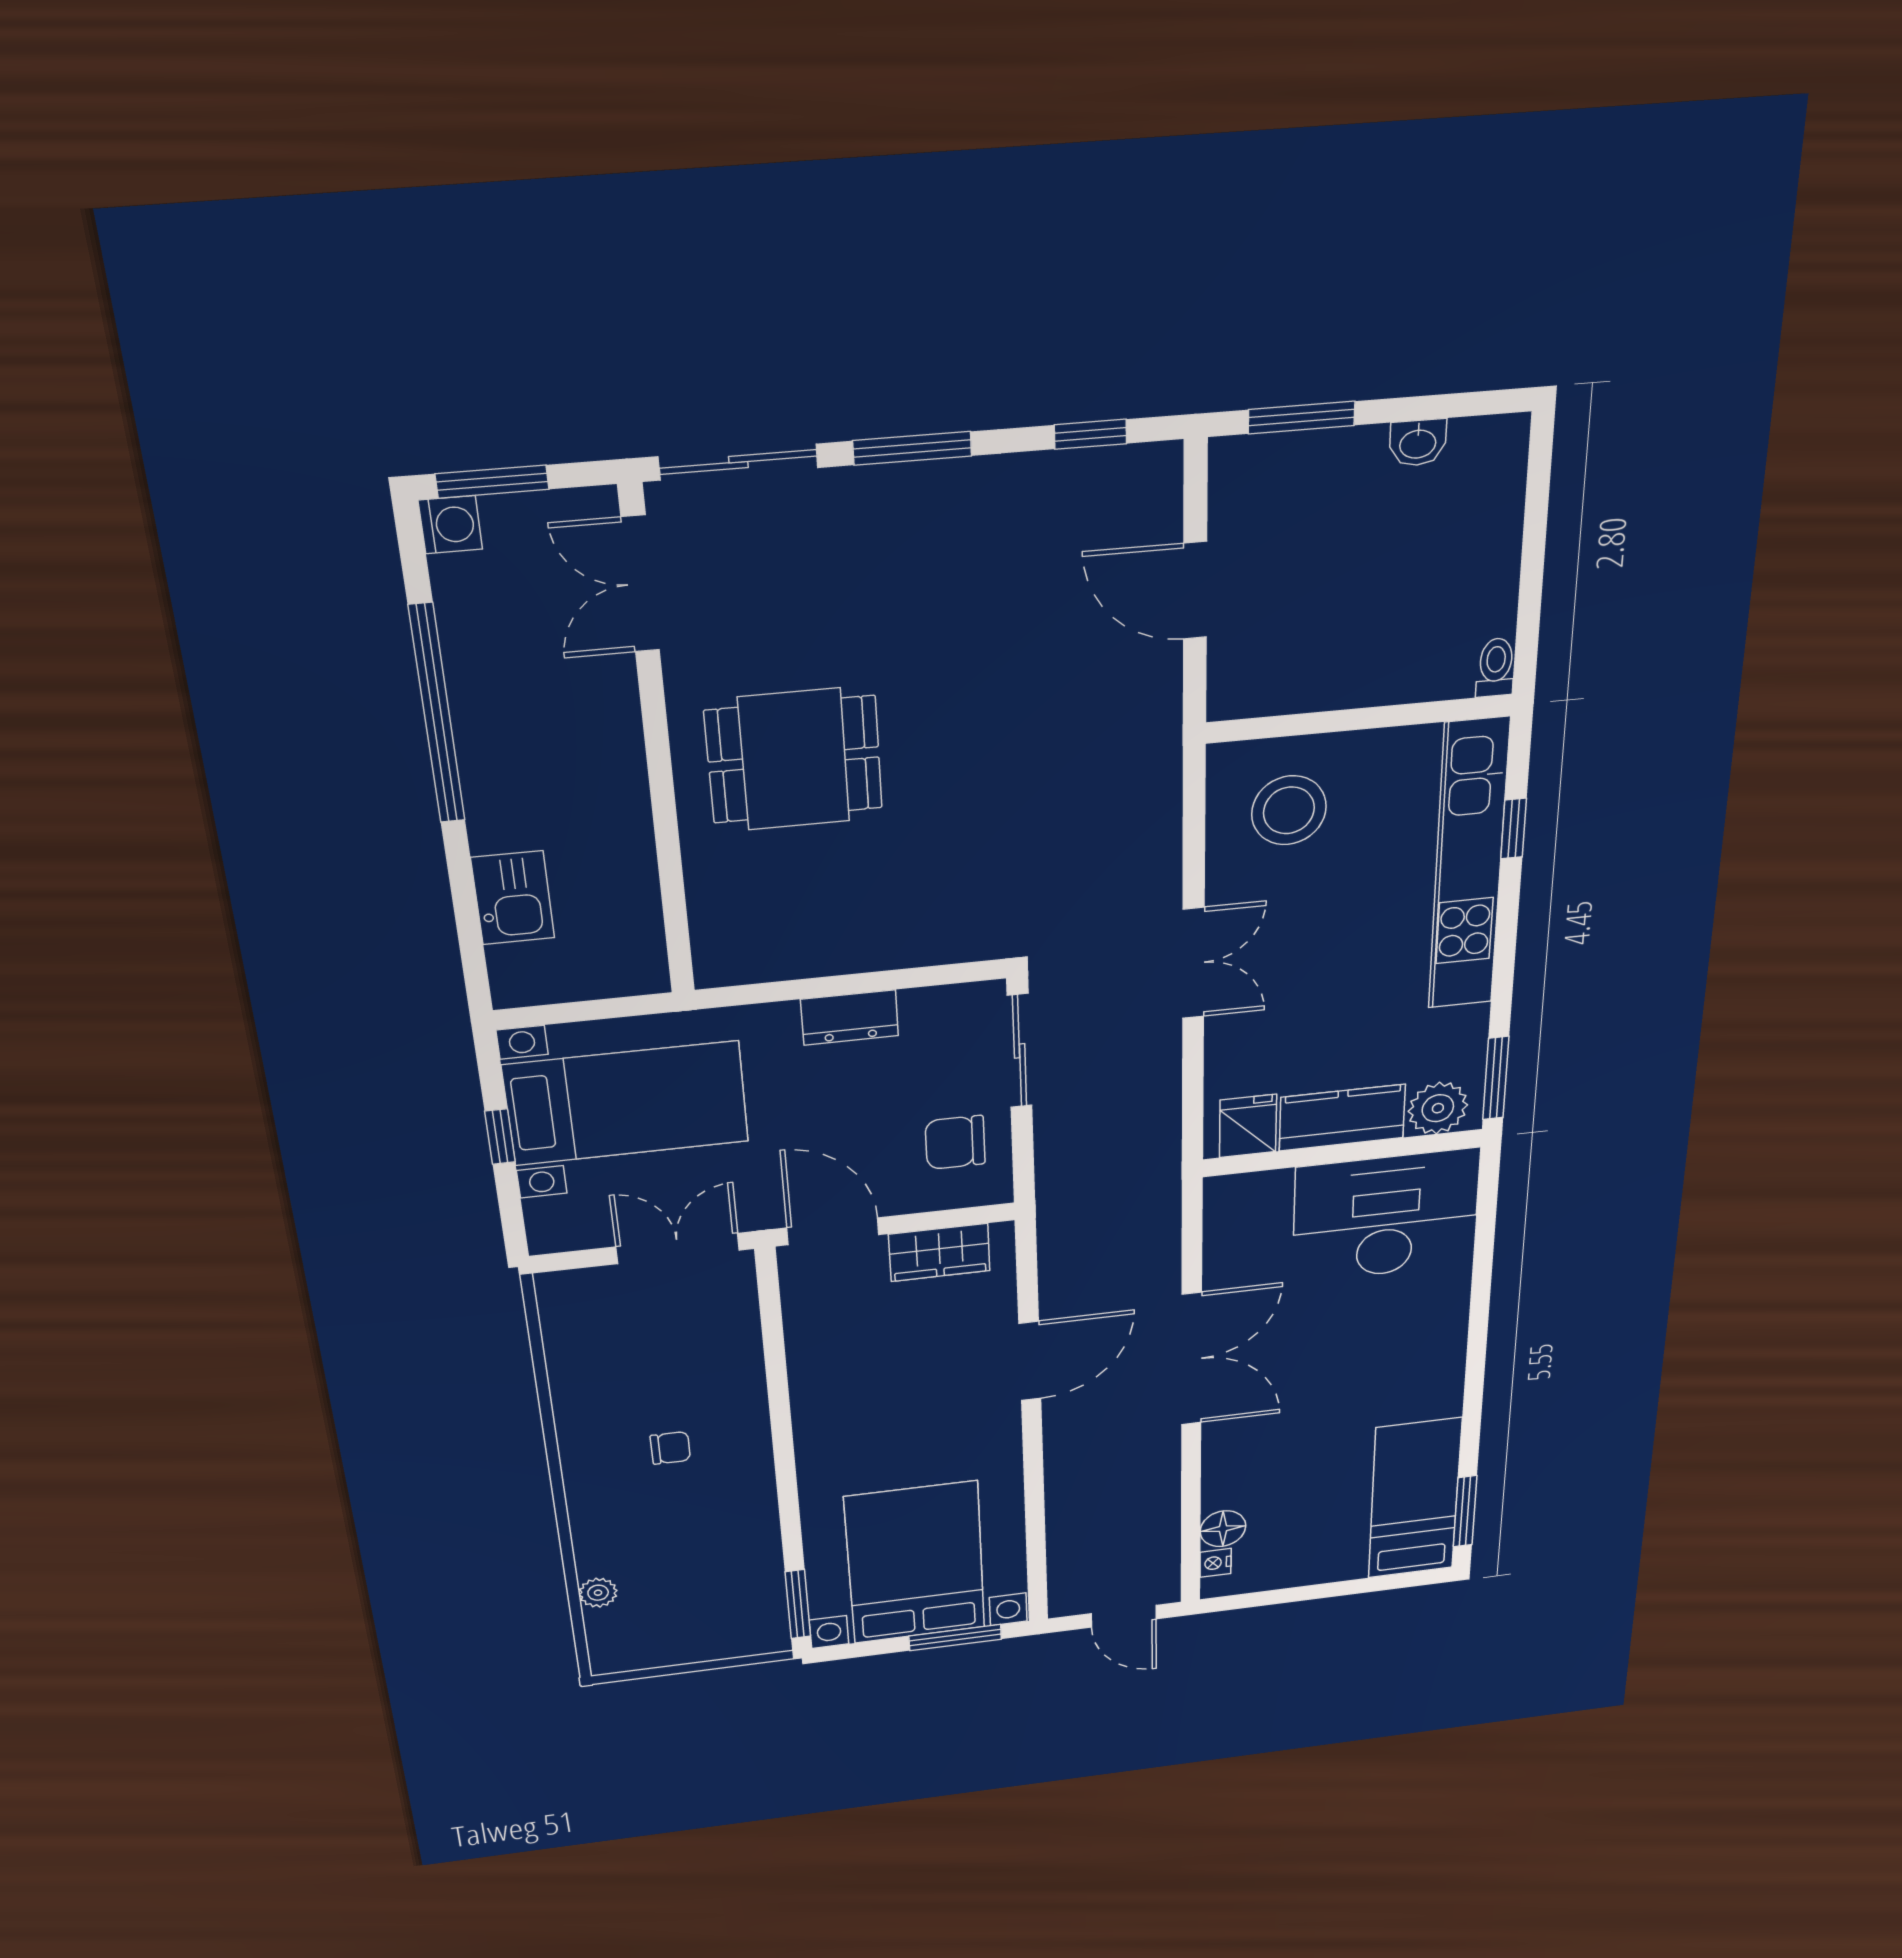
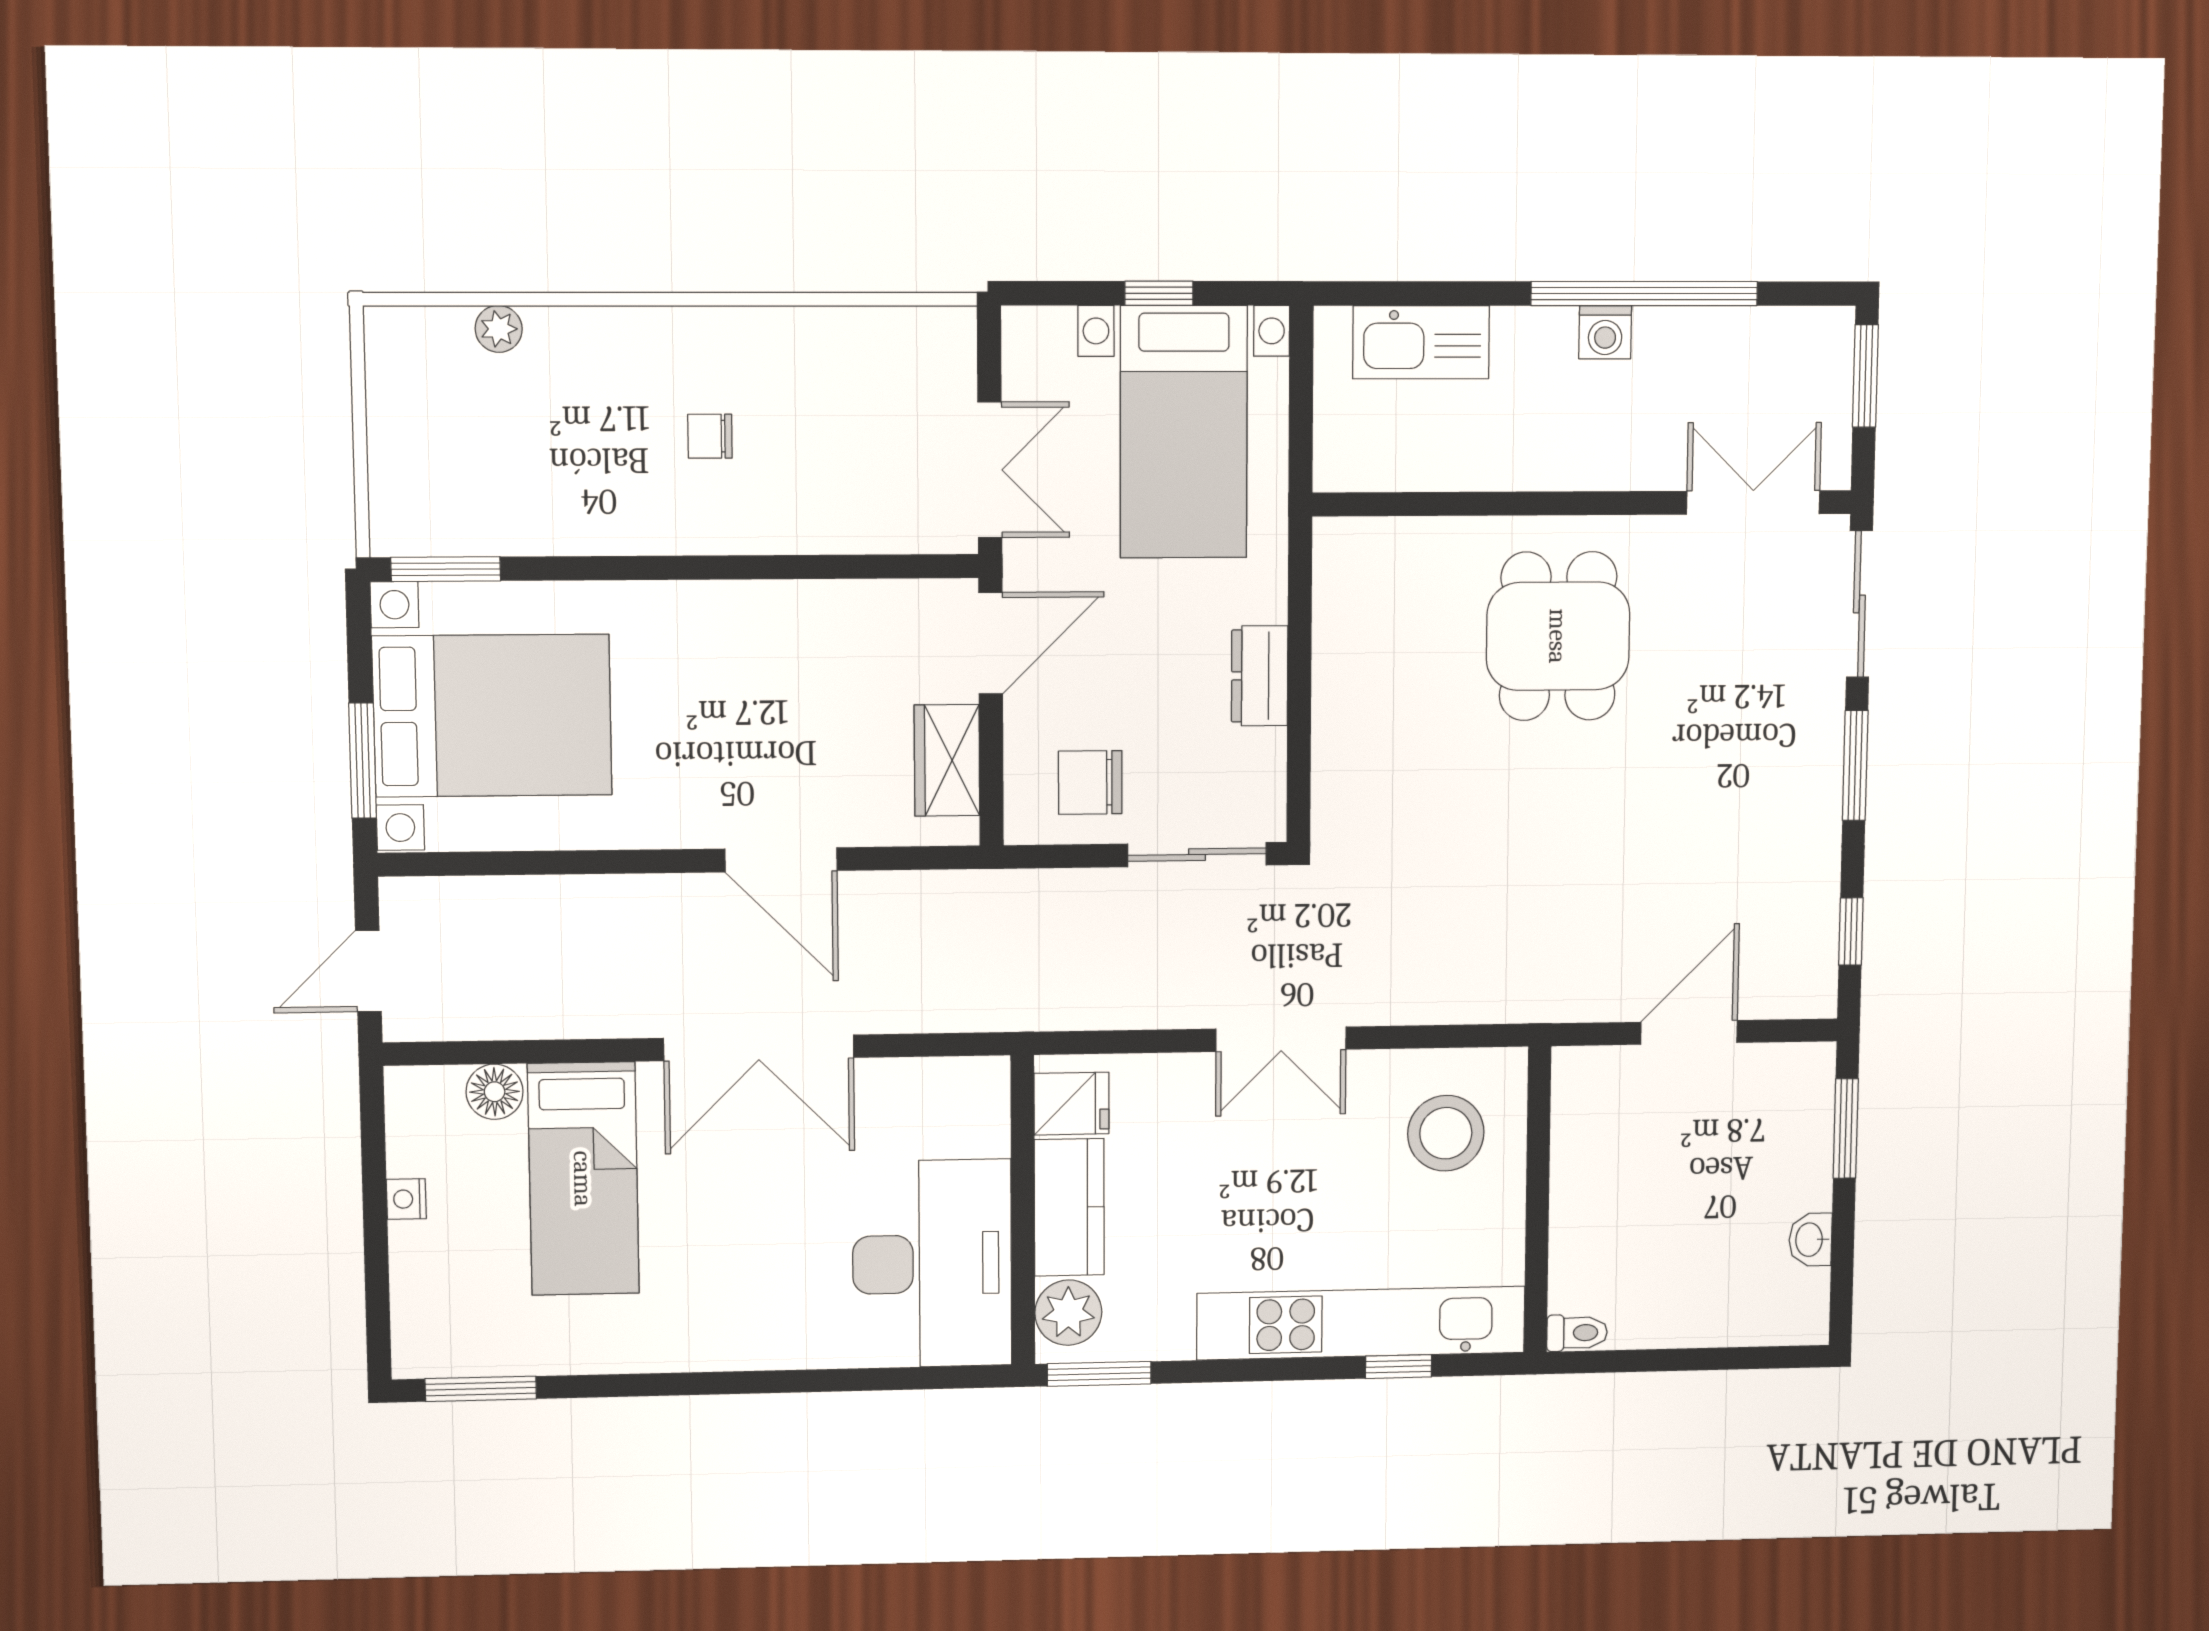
washing machine: (450, 525) -> (1605, 332), moved
kitchen sink: (513, 898) -> (1421, 342), width x1.38
chair: (955, 1142) -> (1090, 782), turned -90
chair: (670, 1448) -> (710, 436), turned 90
bed: (1415, 1499) -> (583, 1179), moved, turned 90
nightstand: (1215, 1563) -> (406, 1199), moved, turned -90

